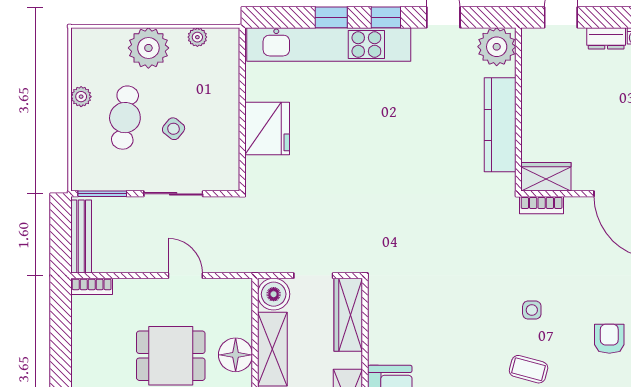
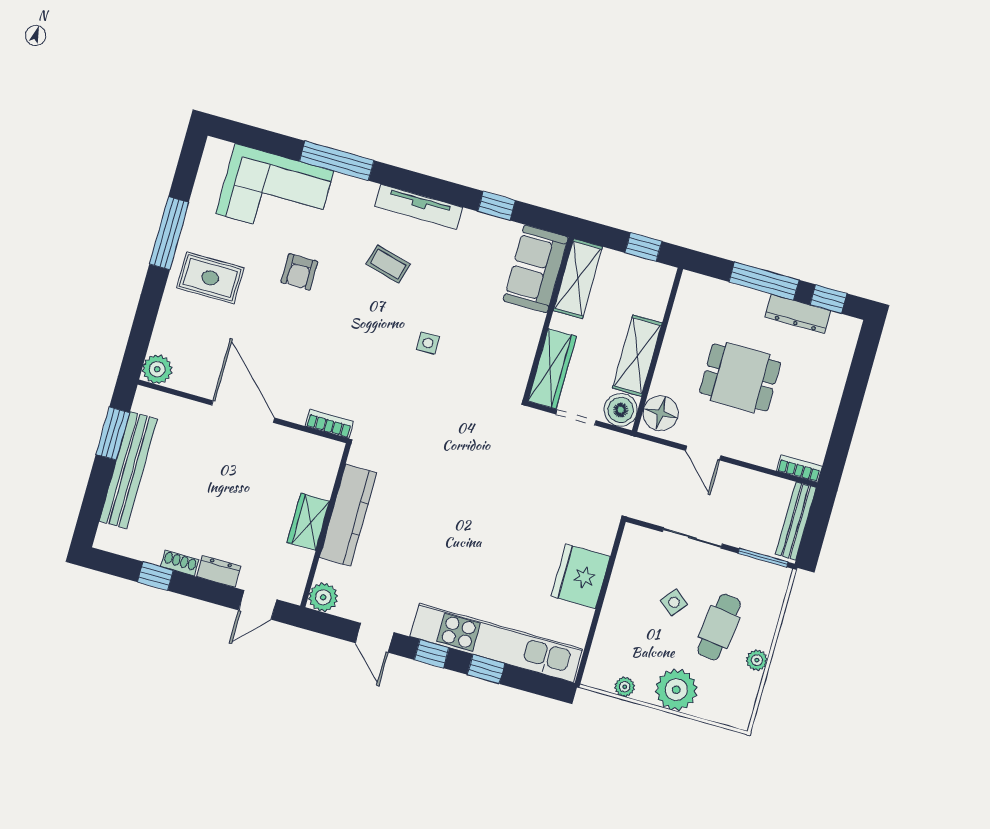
plant: (497, 47) -> (323, 597), width x0.73, depth x0.73
wardrobe: (546, 177) -> (308, 522), moved, turned 90
side table: (532, 310) -> (428, 343), moved
floor lamp: (236, 355) -> (661, 413), moved

